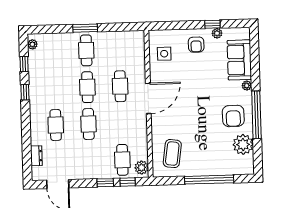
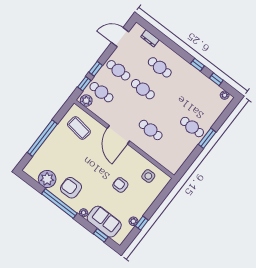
armchair: (196, 45) -> (120, 185), moved
window: (255, 53) -> (101, 235), added
cafe table: (87, 87) -> (118, 70), moved
door: (148, 98) -> (118, 135), moved

